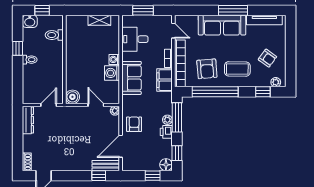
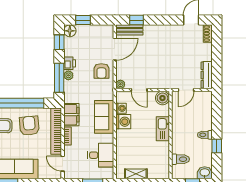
washing machine: (114, 59) -> (121, 108), moved
kitchen sink: (72, 66) -> (163, 129), added

